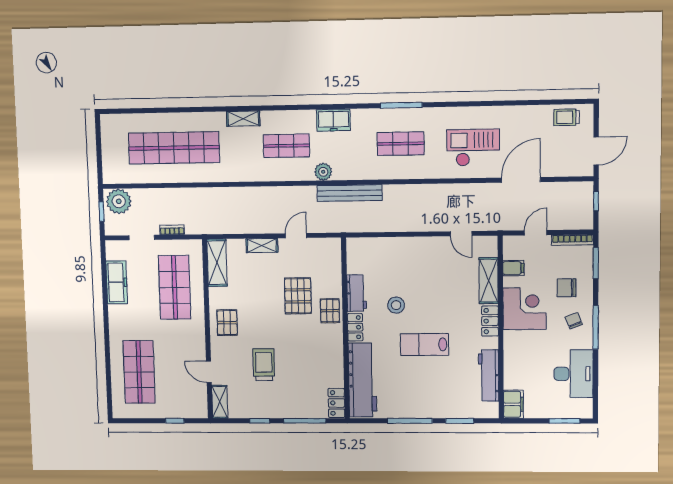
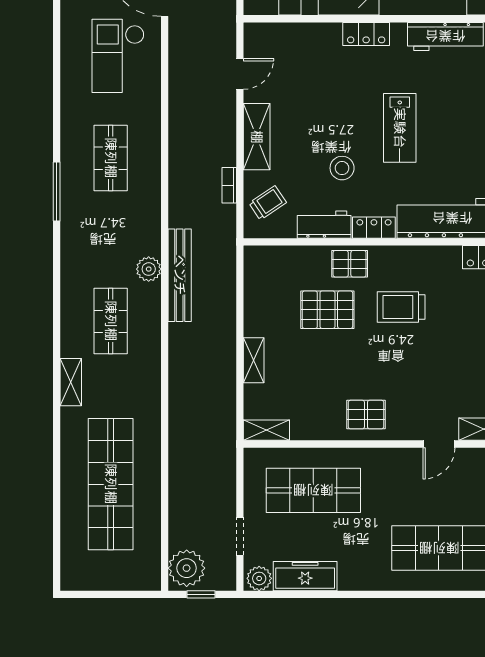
window: (401, 105) -> (57, 191), moved
freezer: (333, 120) -> (76, 253), removed
bench: (350, 193) -> (180, 275), moved
bookcase: (172, 230) -> (229, 185), moved
door: (296, 236) -> (240, 310), removed
plant: (114, 251) -> (259, 578), added
trolley: (371, 254) -> (268, 203), added
shelving: (217, 263) -> (266, 430), width x0.67, depth x0.75
shelving: (489, 281) -> (257, 137), moved, turned 90
trolley: (264, 365) -> (401, 307), moved

